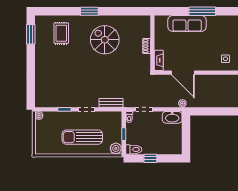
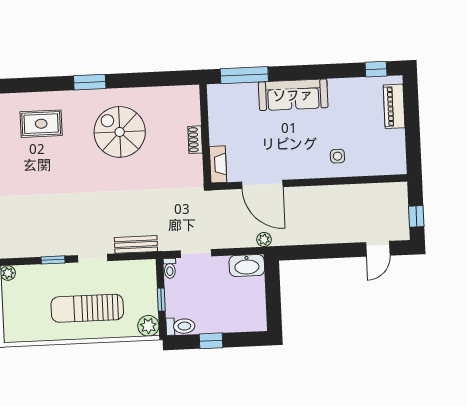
window: (202, 11) -> (244, 75), moved
sofa: (187, 23) -> (293, 95), moved
rug: (61, 33) -> (41, 124), turned 90

